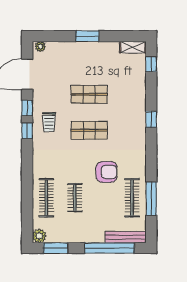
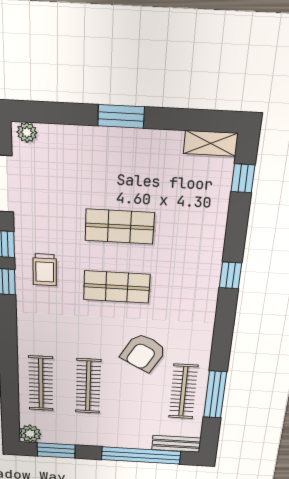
armchair: (107, 172) -> (143, 353), turned 119
clothes rail: (75, 198) -> (88, 386), width x1.36
bench: (126, 237) -> (176, 444), width x0.73

